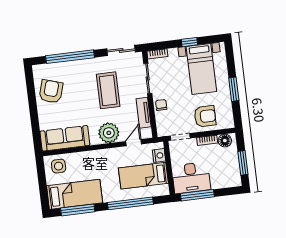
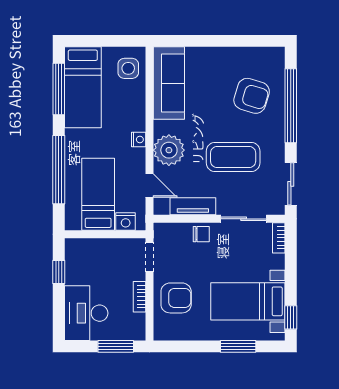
window: (189, 42) -> (291, 317), moved
window: (234, 89) -> (238, 346), moved
armchair: (51, 91) -> (252, 96), moved
armchair: (205, 116) -> (176, 298), turned -90
floor lamp: (225, 141) -> (136, 323), removed
nightstand: (104, 153) -> (139, 139), added
window: (243, 163) -> (116, 346), moved
desk: (191, 178) -> (86, 313), moved
window: (197, 195) -> (59, 272), width x0.46

